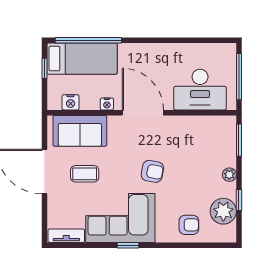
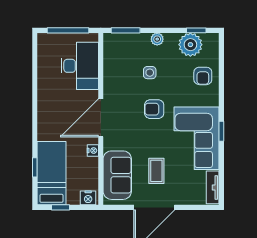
window: (88, 40) -> (35, 167), width x0.32
nightstand: (71, 102) -> (88, 198), moved, turned 90
side table: (193, 166) -> (150, 73), added
armchair: (152, 171) -> (154, 109), turned -101
window: (239, 200) -> (196, 30), moved
armchair: (189, 225) -> (203, 76), turned 180

